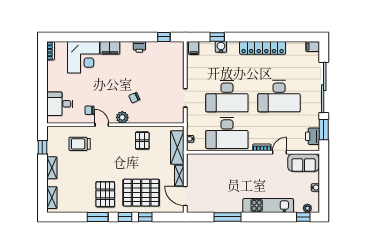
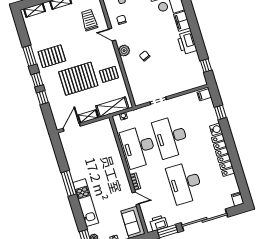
printer: (139, 47) -> (187, 43), width x1.87, depth x1.48
water cooler: (221, 47) -> (216, 129), moved
door: (102, 125) -> (112, 35), swing flipped
pallet: (141, 193) -> (78, 79), moved, turned 90
window: (227, 217) -> (69, 183), moved

